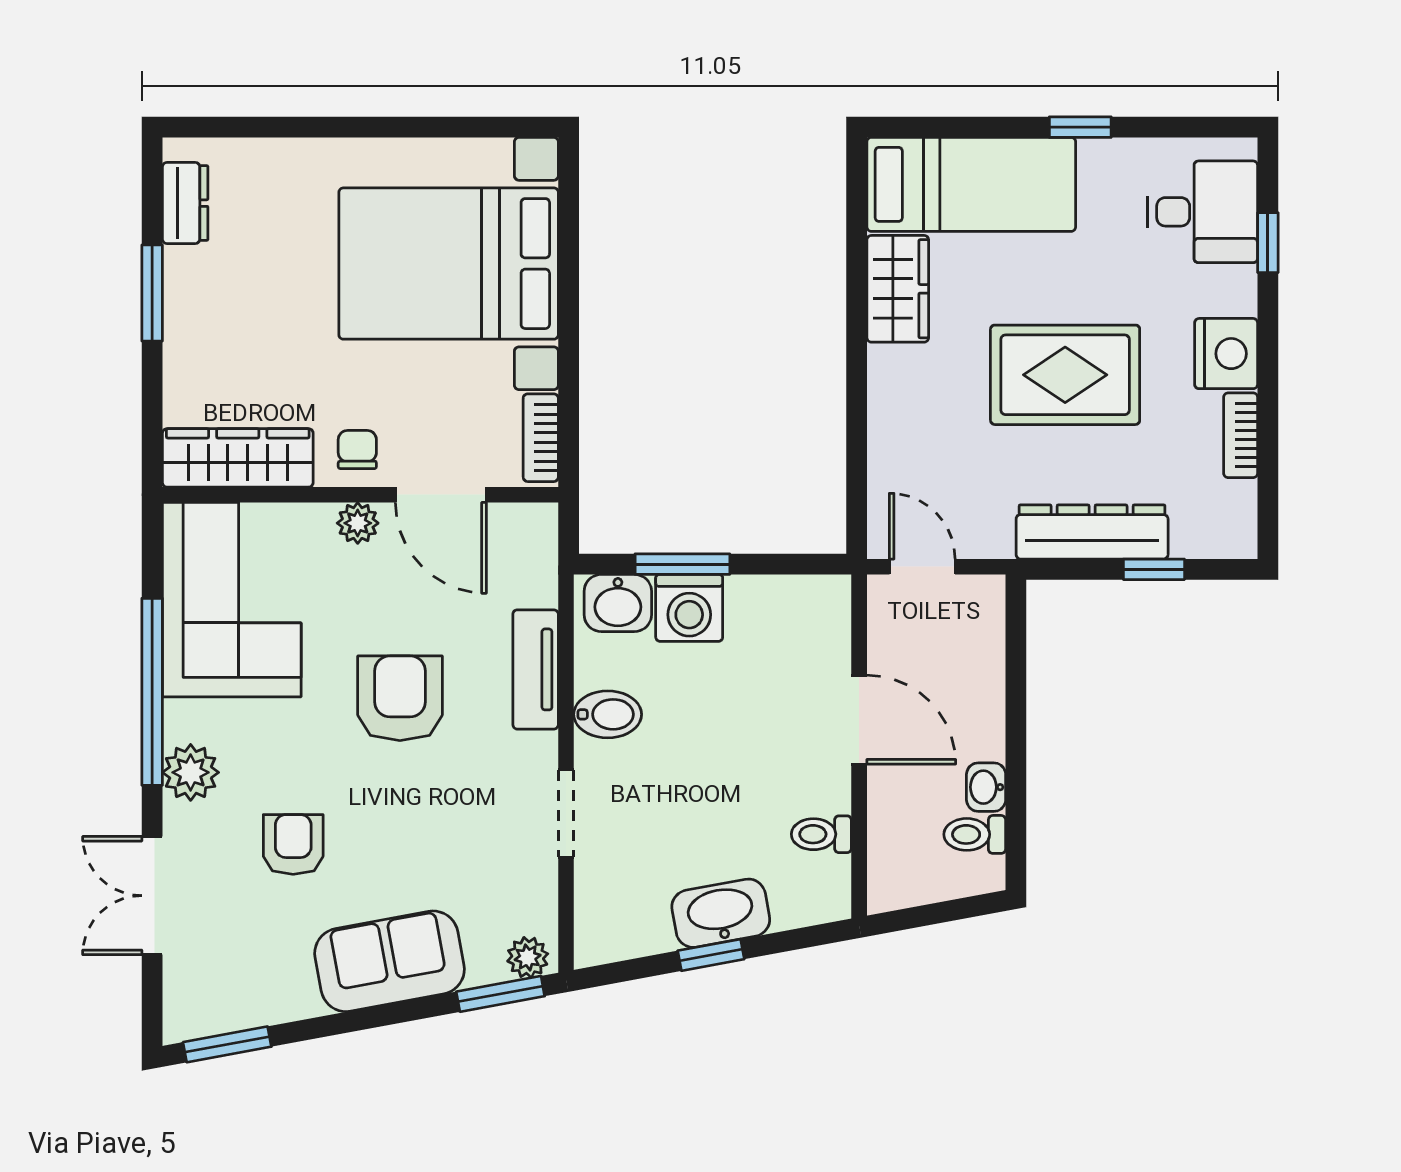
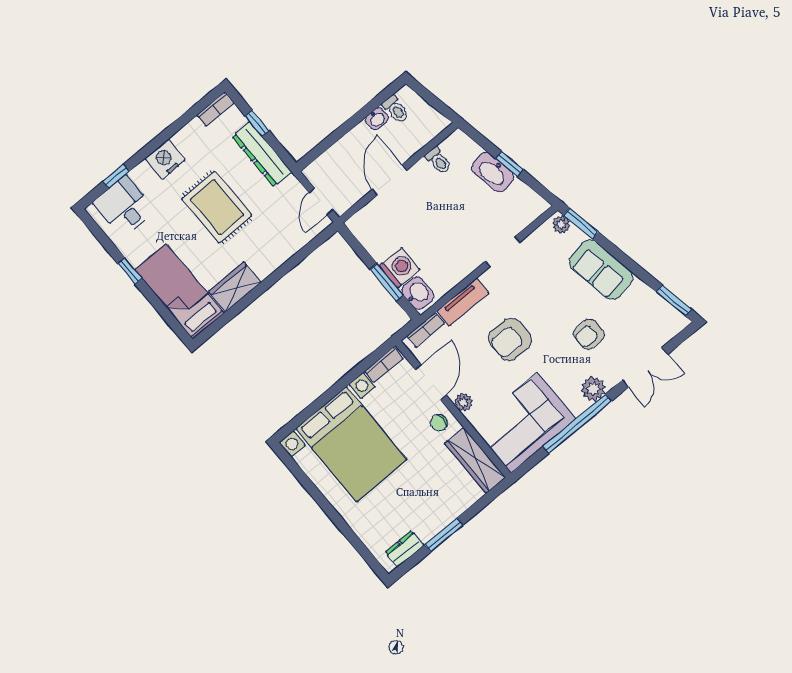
bookcase: (1241, 435) -> (215, 109), moved
bookcase: (541, 563) -> (426, 330), added
bidet: (608, 714) -> (458, 265), removed

